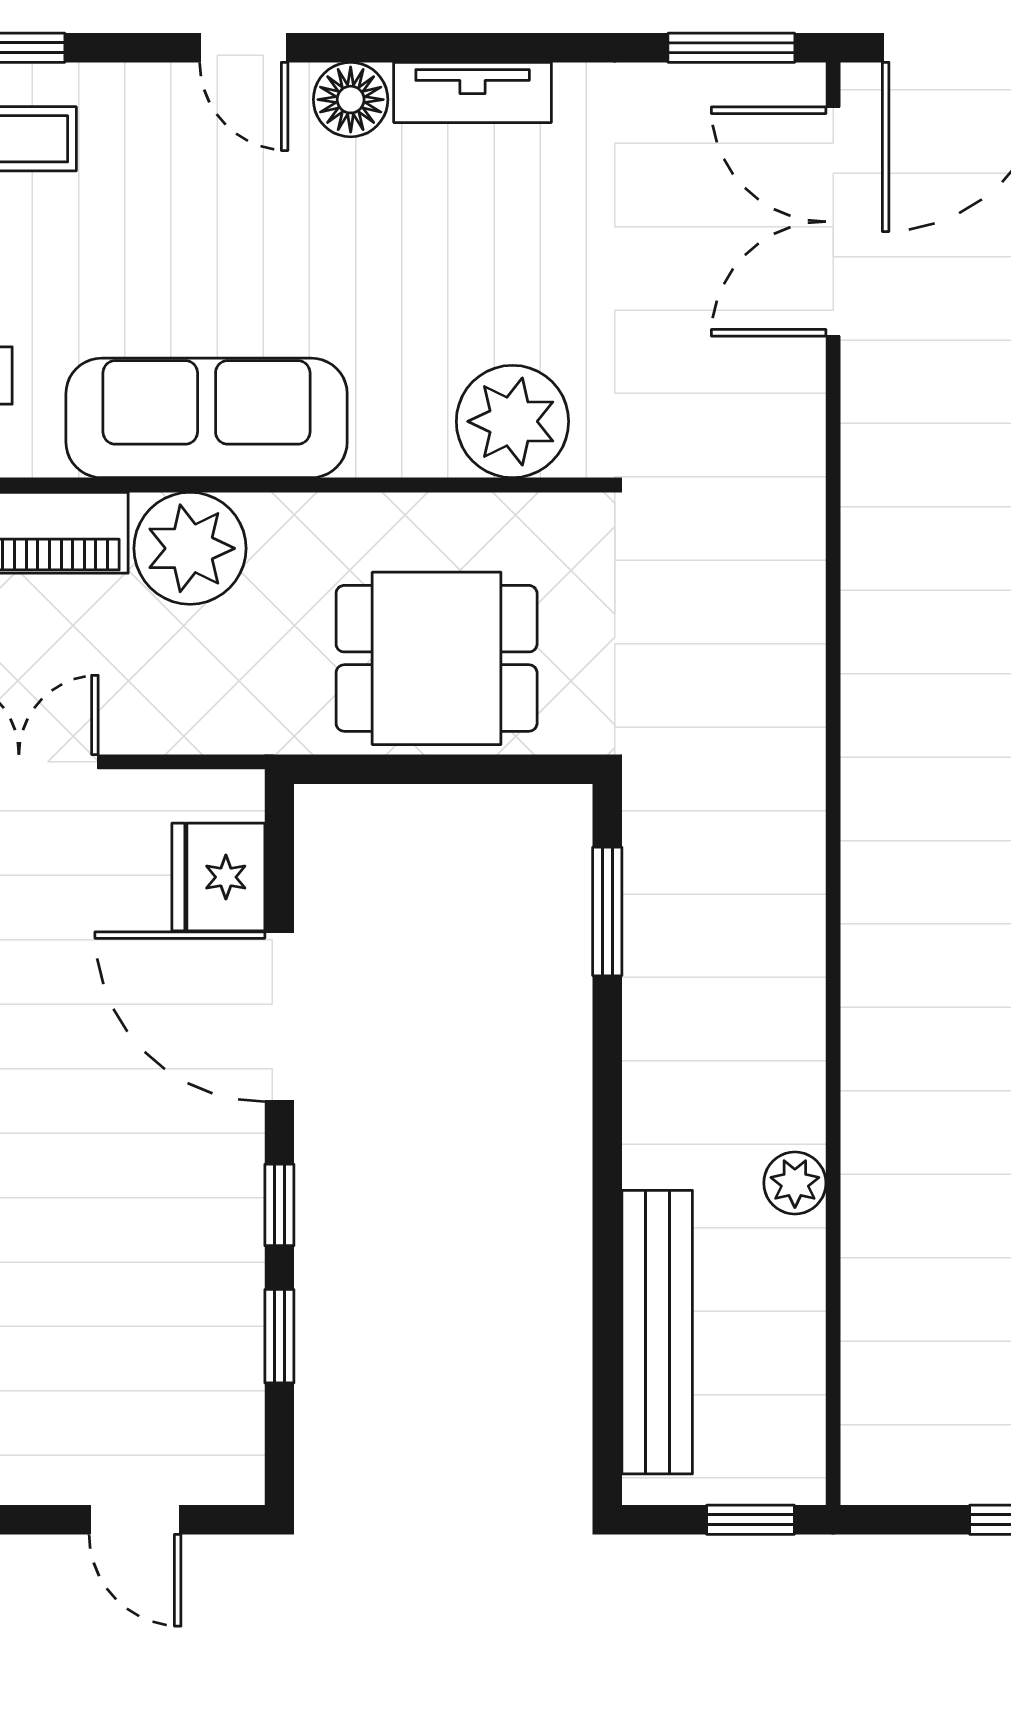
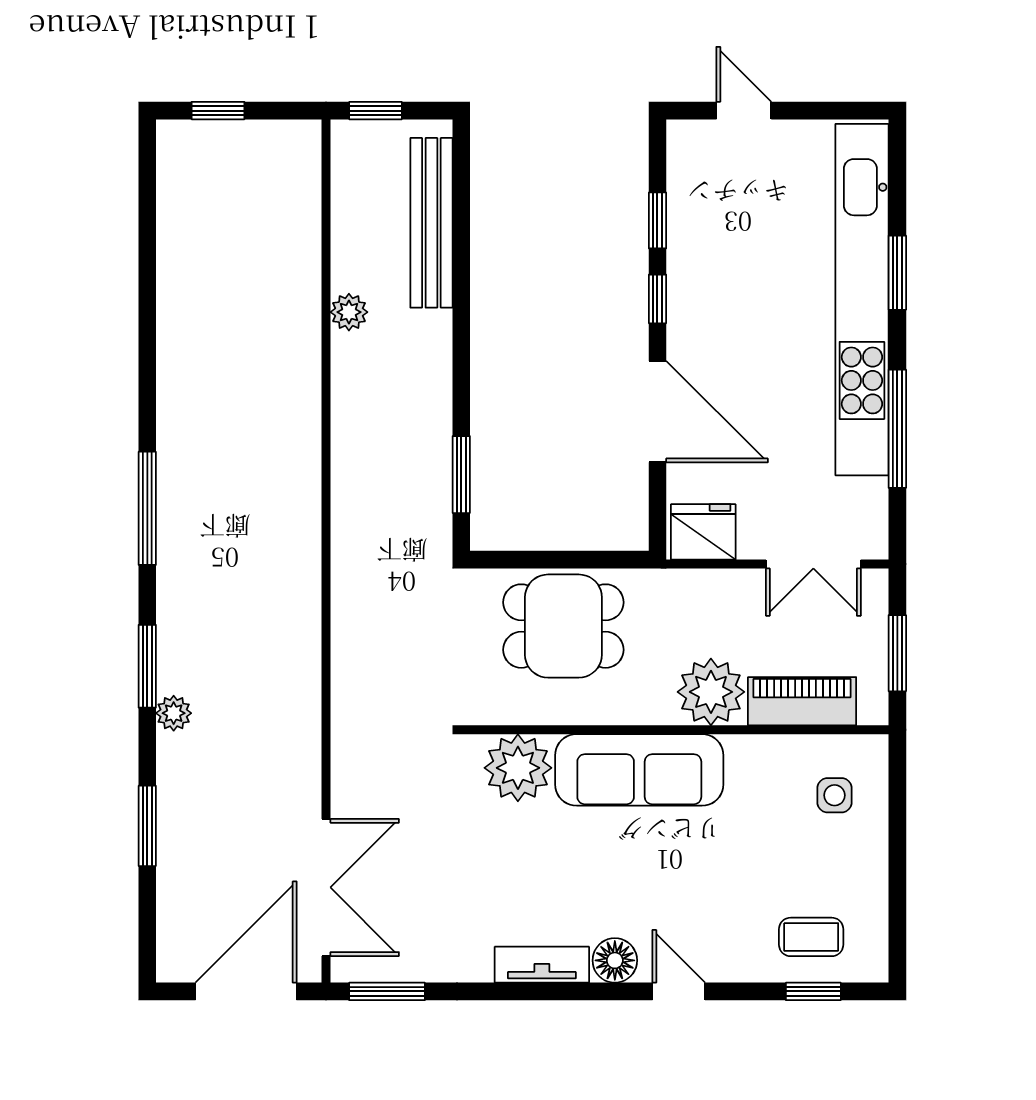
sofa: (207, 418) -> (639, 770), moved
fridge: (218, 877) -> (703, 532), moved, turned -90

